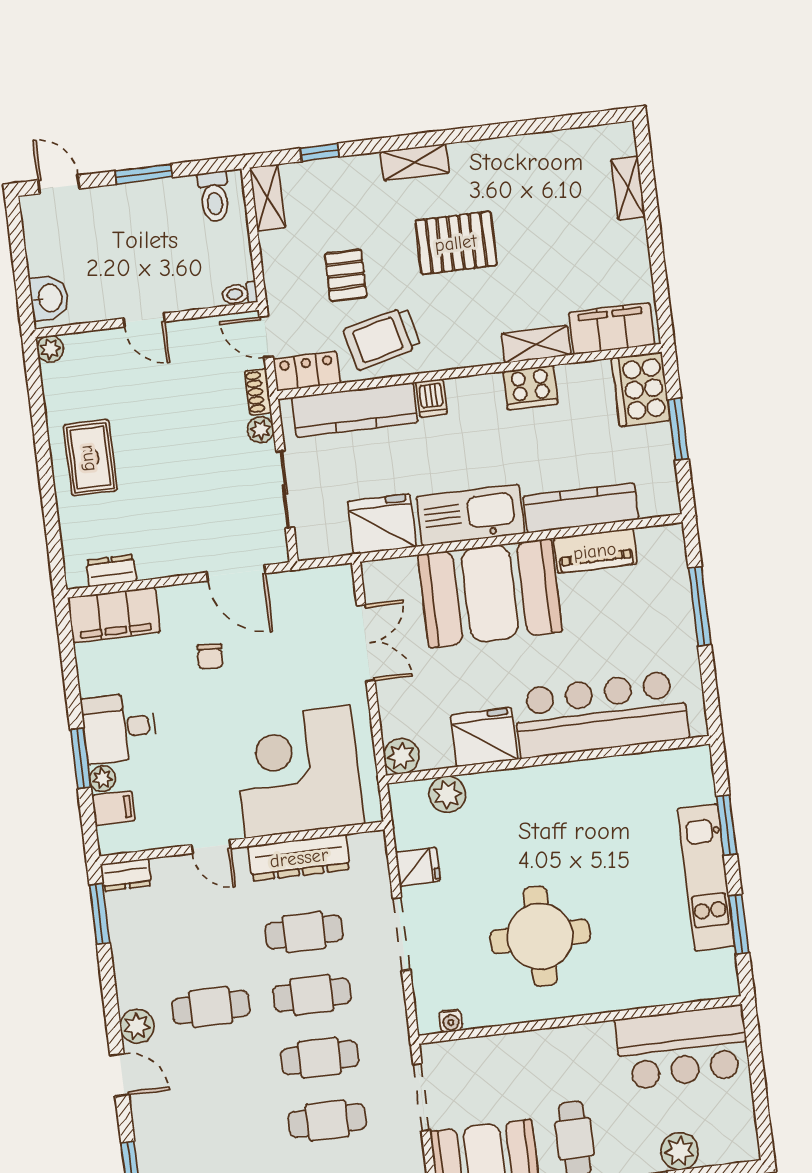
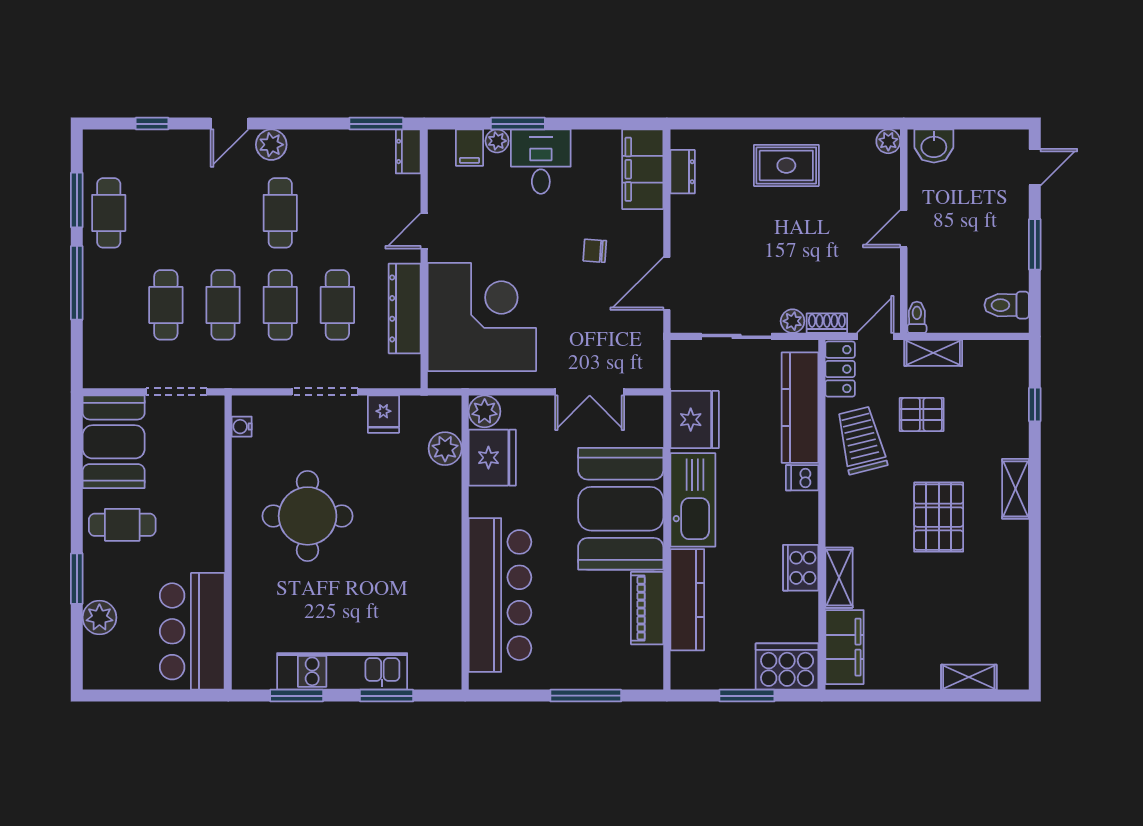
shelving: (268, 198) -> (933, 353), moved
fridge: (484, 737) -> (492, 458), moved

